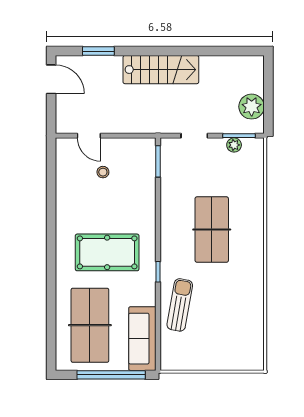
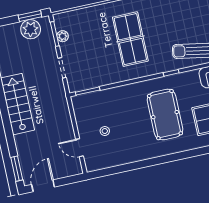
window: (98, 51) -> (17, 169), moved
window: (268, 109) -> (30, 16), added
door: (89, 136) -> (80, 148), swing flipped
table tennis table: (212, 230) -> (130, 39), turned 90

